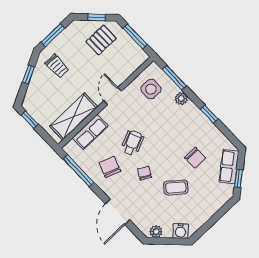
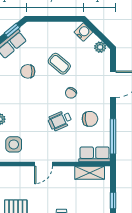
shelving: (74, 117) -> (90, 173), width x0.67, depth x0.75
row of seats: (90, 132) -> (95, 154), moved
chair: (195, 158) -> (28, 71), turned -90
chair: (110, 167) -> (90, 119), turned -115

